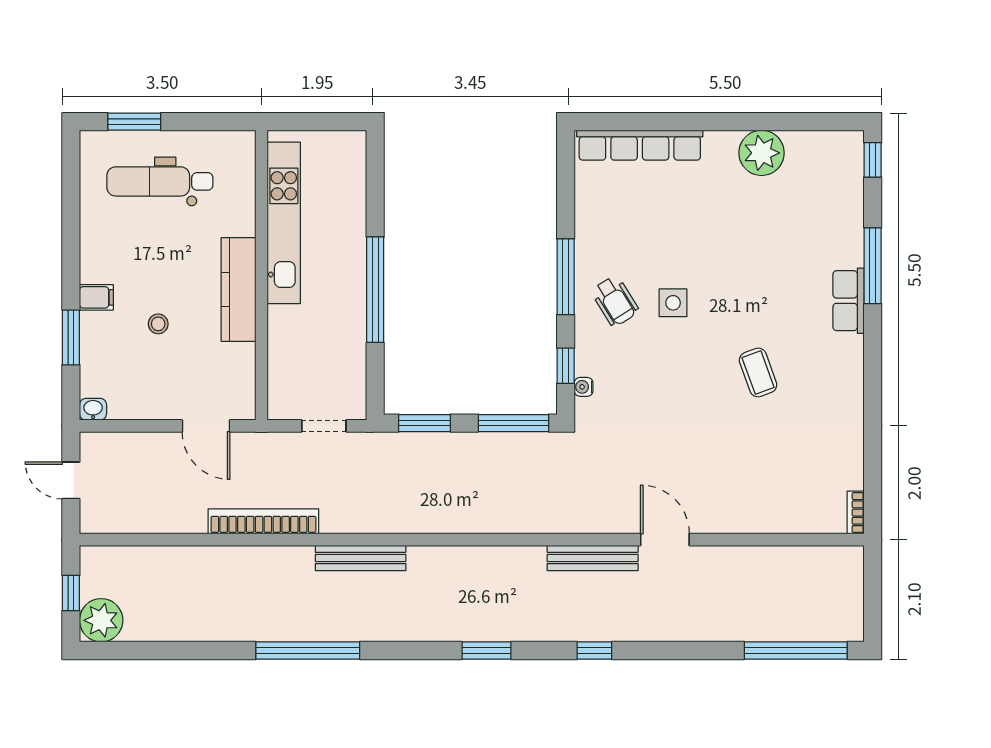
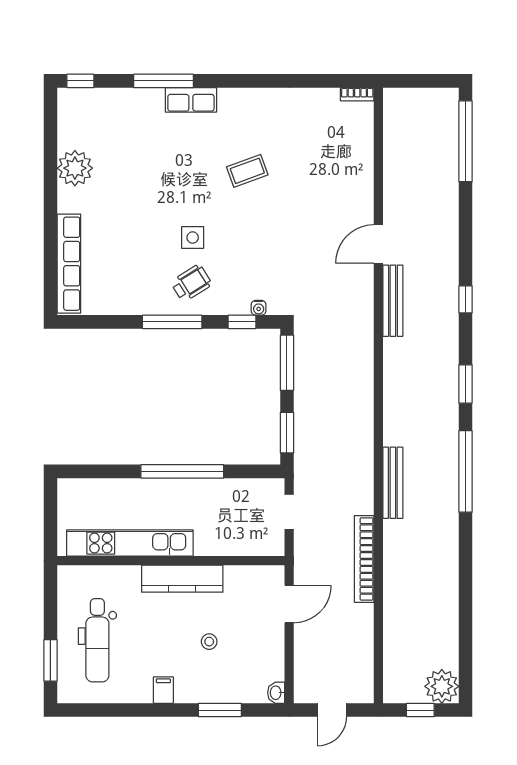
filing cabinet: (96, 297) -> (163, 690), moved
window: (308, 650) -> (465, 471), moved

